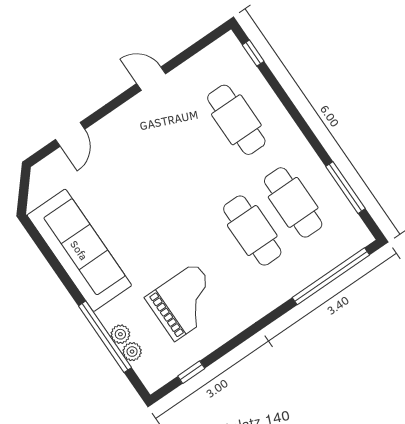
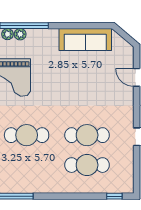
cafe table: (293, 202) -> (87, 135), moved
sofa: (79, 250) -> (85, 40), width x0.74, depth x0.79

